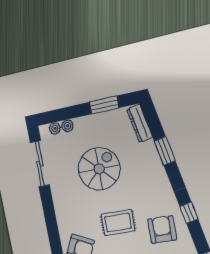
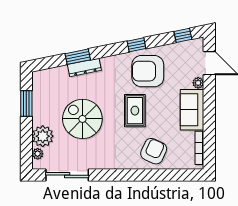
dresser: (140, 123) -> (84, 67), moved
plant: (67, 126) -> (43, 136), width x1.88, depth x1.88
armchair: (162, 229) -> (148, 71), width x1.36, depth x1.36

